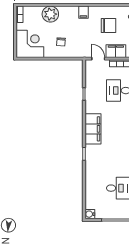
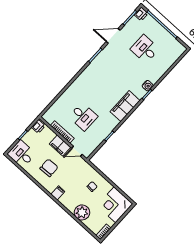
chair: (108, 26) -> (49, 168), turned 88
door: (98, 59) -> (77, 151), hinge flipped
water cooler: (90, 214) -> (148, 86), moved

